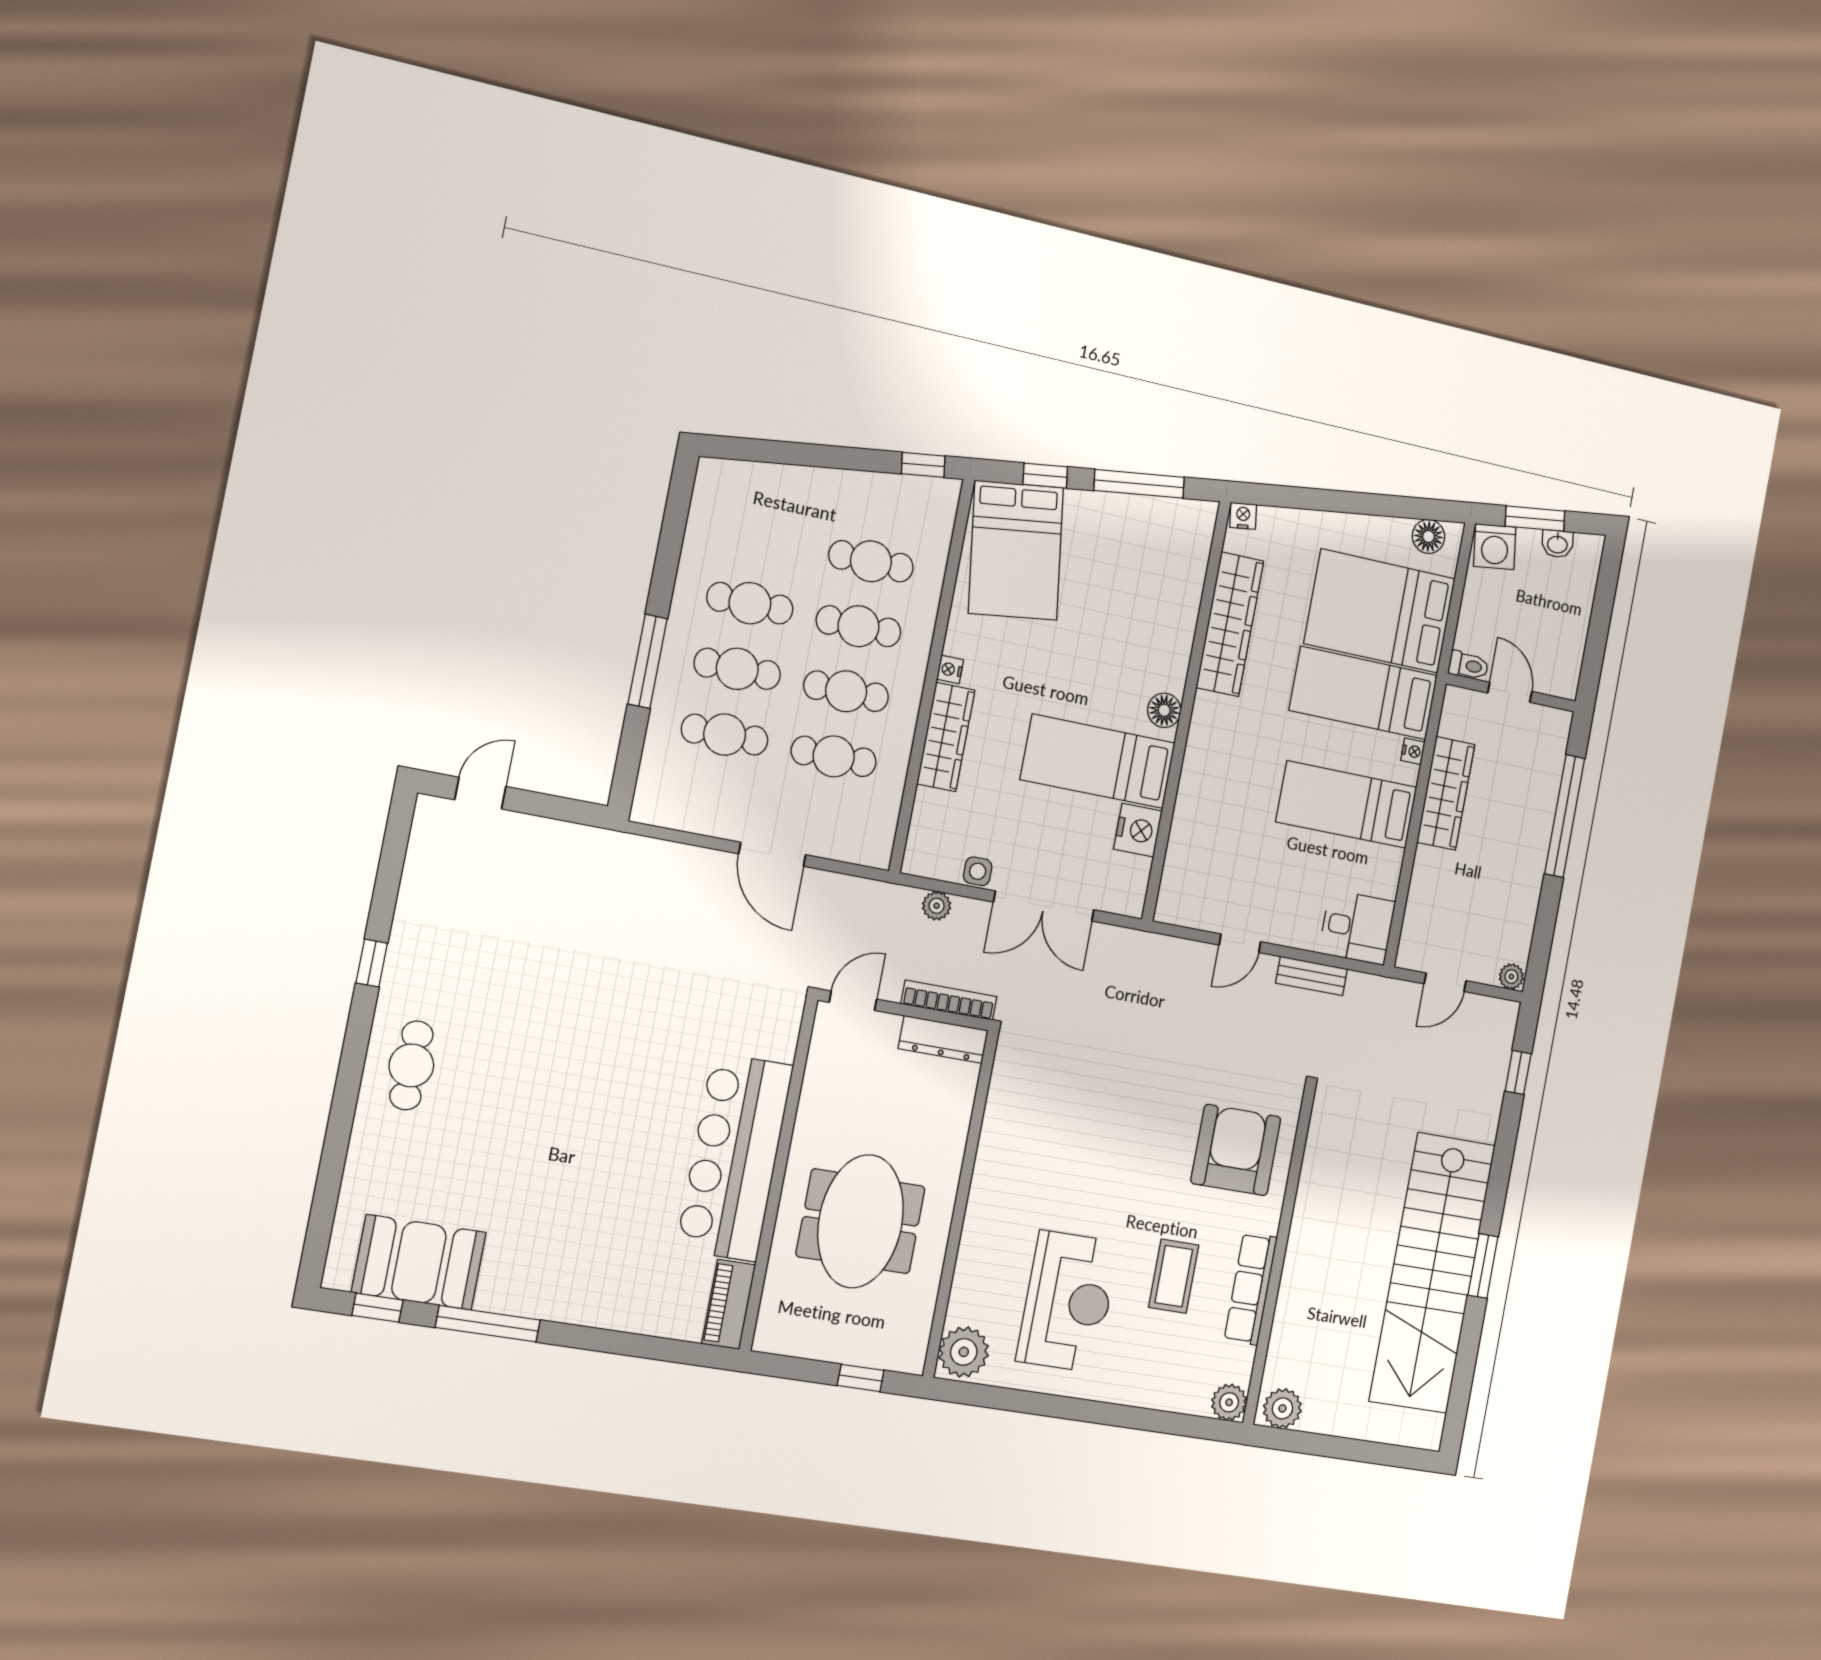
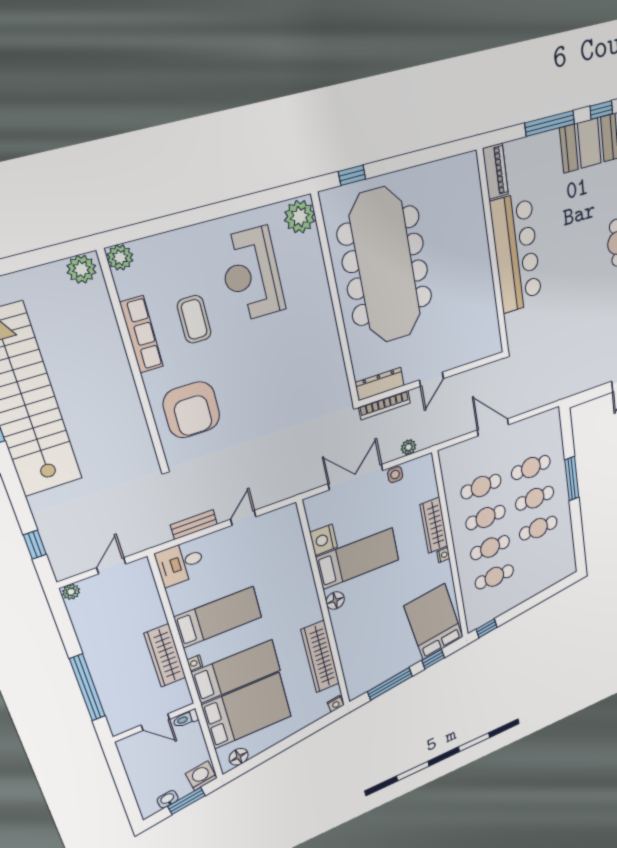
bar counter: (735, 1157) -> (516, 253), moved
wall: (779, 1174) -> (493, 254), moved
meeting table: (861, 1221) -> (385, 266), width x1.86, depth x1.27
piano: (729, 1304) -> (495, 171), moved

